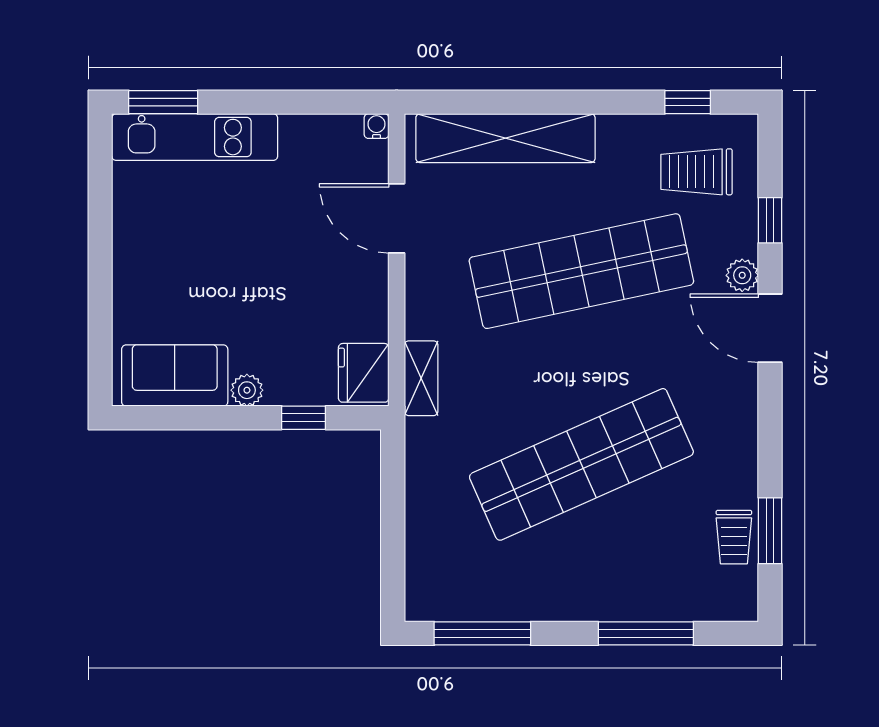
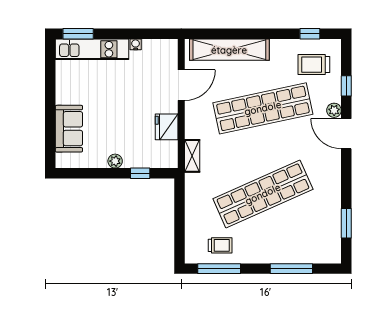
water cooler: (377, 126) -> (136, 44), moved
door: (397, 218) -> (181, 85), swing flipped
fridge: (364, 373) -> (167, 127), moved
sofa: (175, 376) -> (69, 129), moved, turned 90
trolley: (734, 537) -> (220, 245), moved, turned -90

